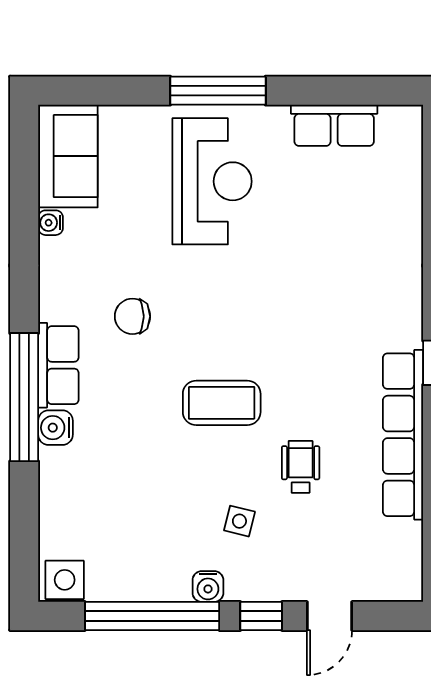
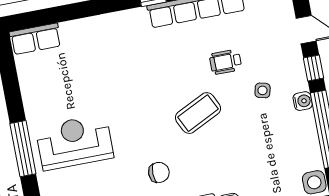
row of seats: (334, 125) -> (35, 39), moved, turned 90
chair: (132, 316) -> (159, 172), turned -90
coffee table: (222, 403) -> (198, 113), turned 64

